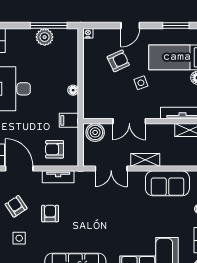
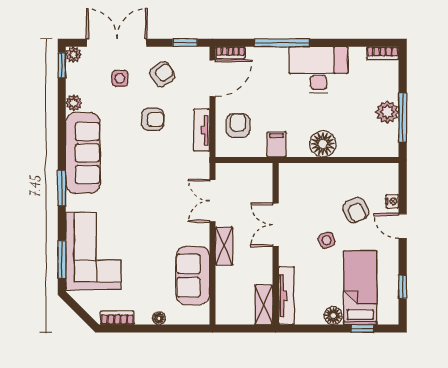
window: (176, 26) -> (403, 287), width x0.67
nightstand: (88, 33) -> (392, 201), moved
floor lamp: (73, 90) -> (323, 144), width x1.89, depth x1.89
boiler: (95, 132) -> (260, 179), removed

